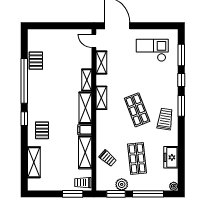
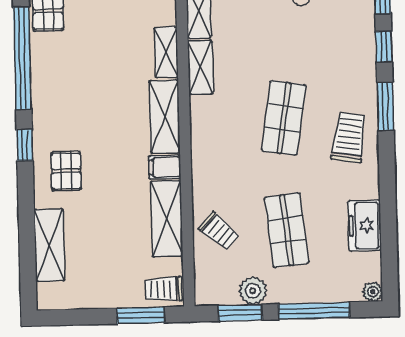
shelving: (101, 98) -> (200, 67), moved
shop shelf: (137, 110) -> (284, 118), turned 30

